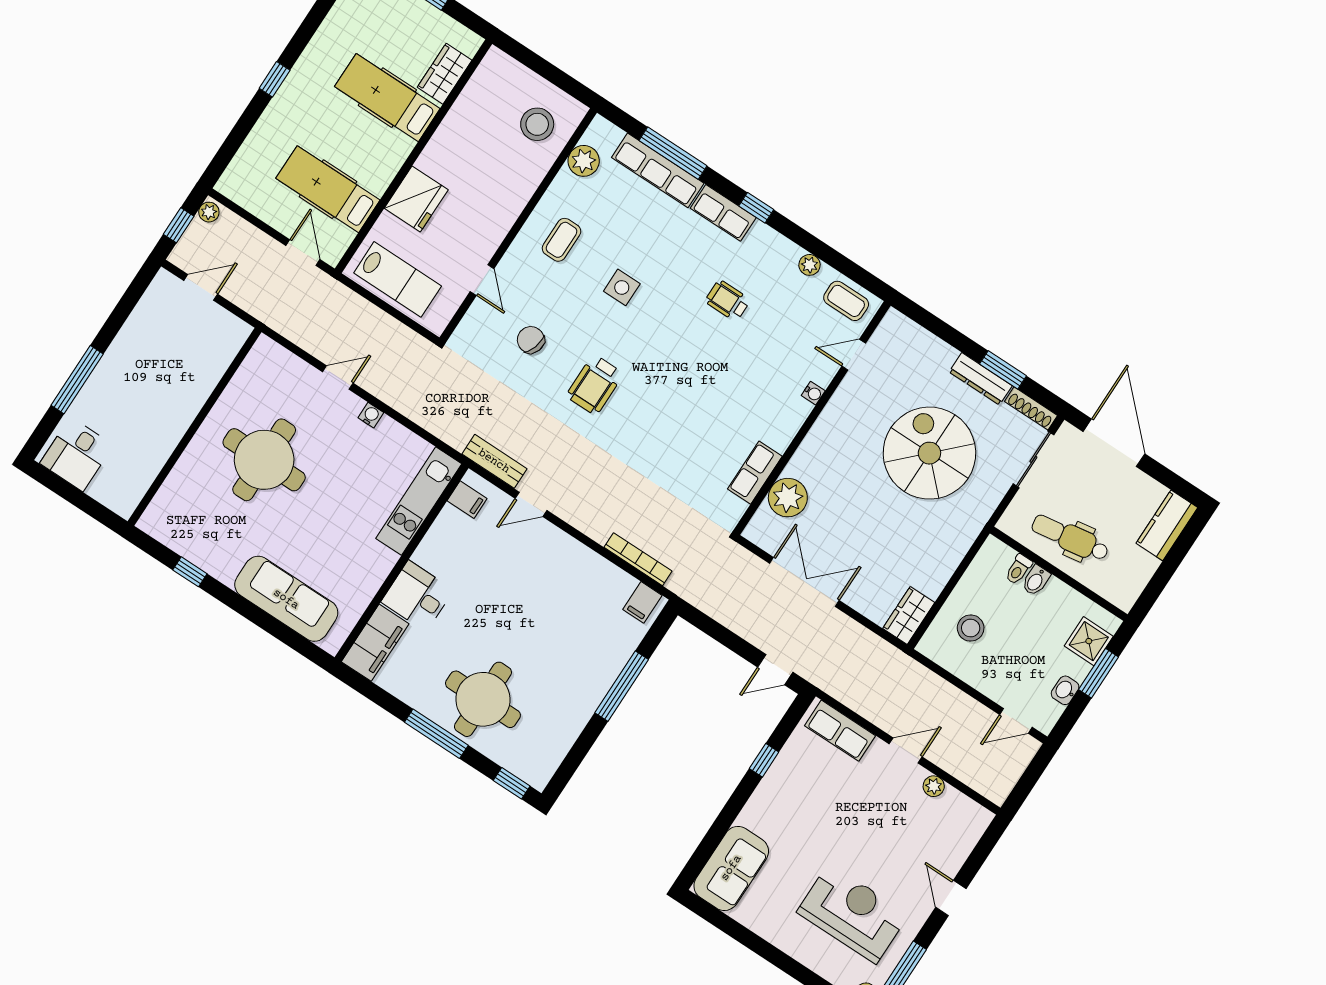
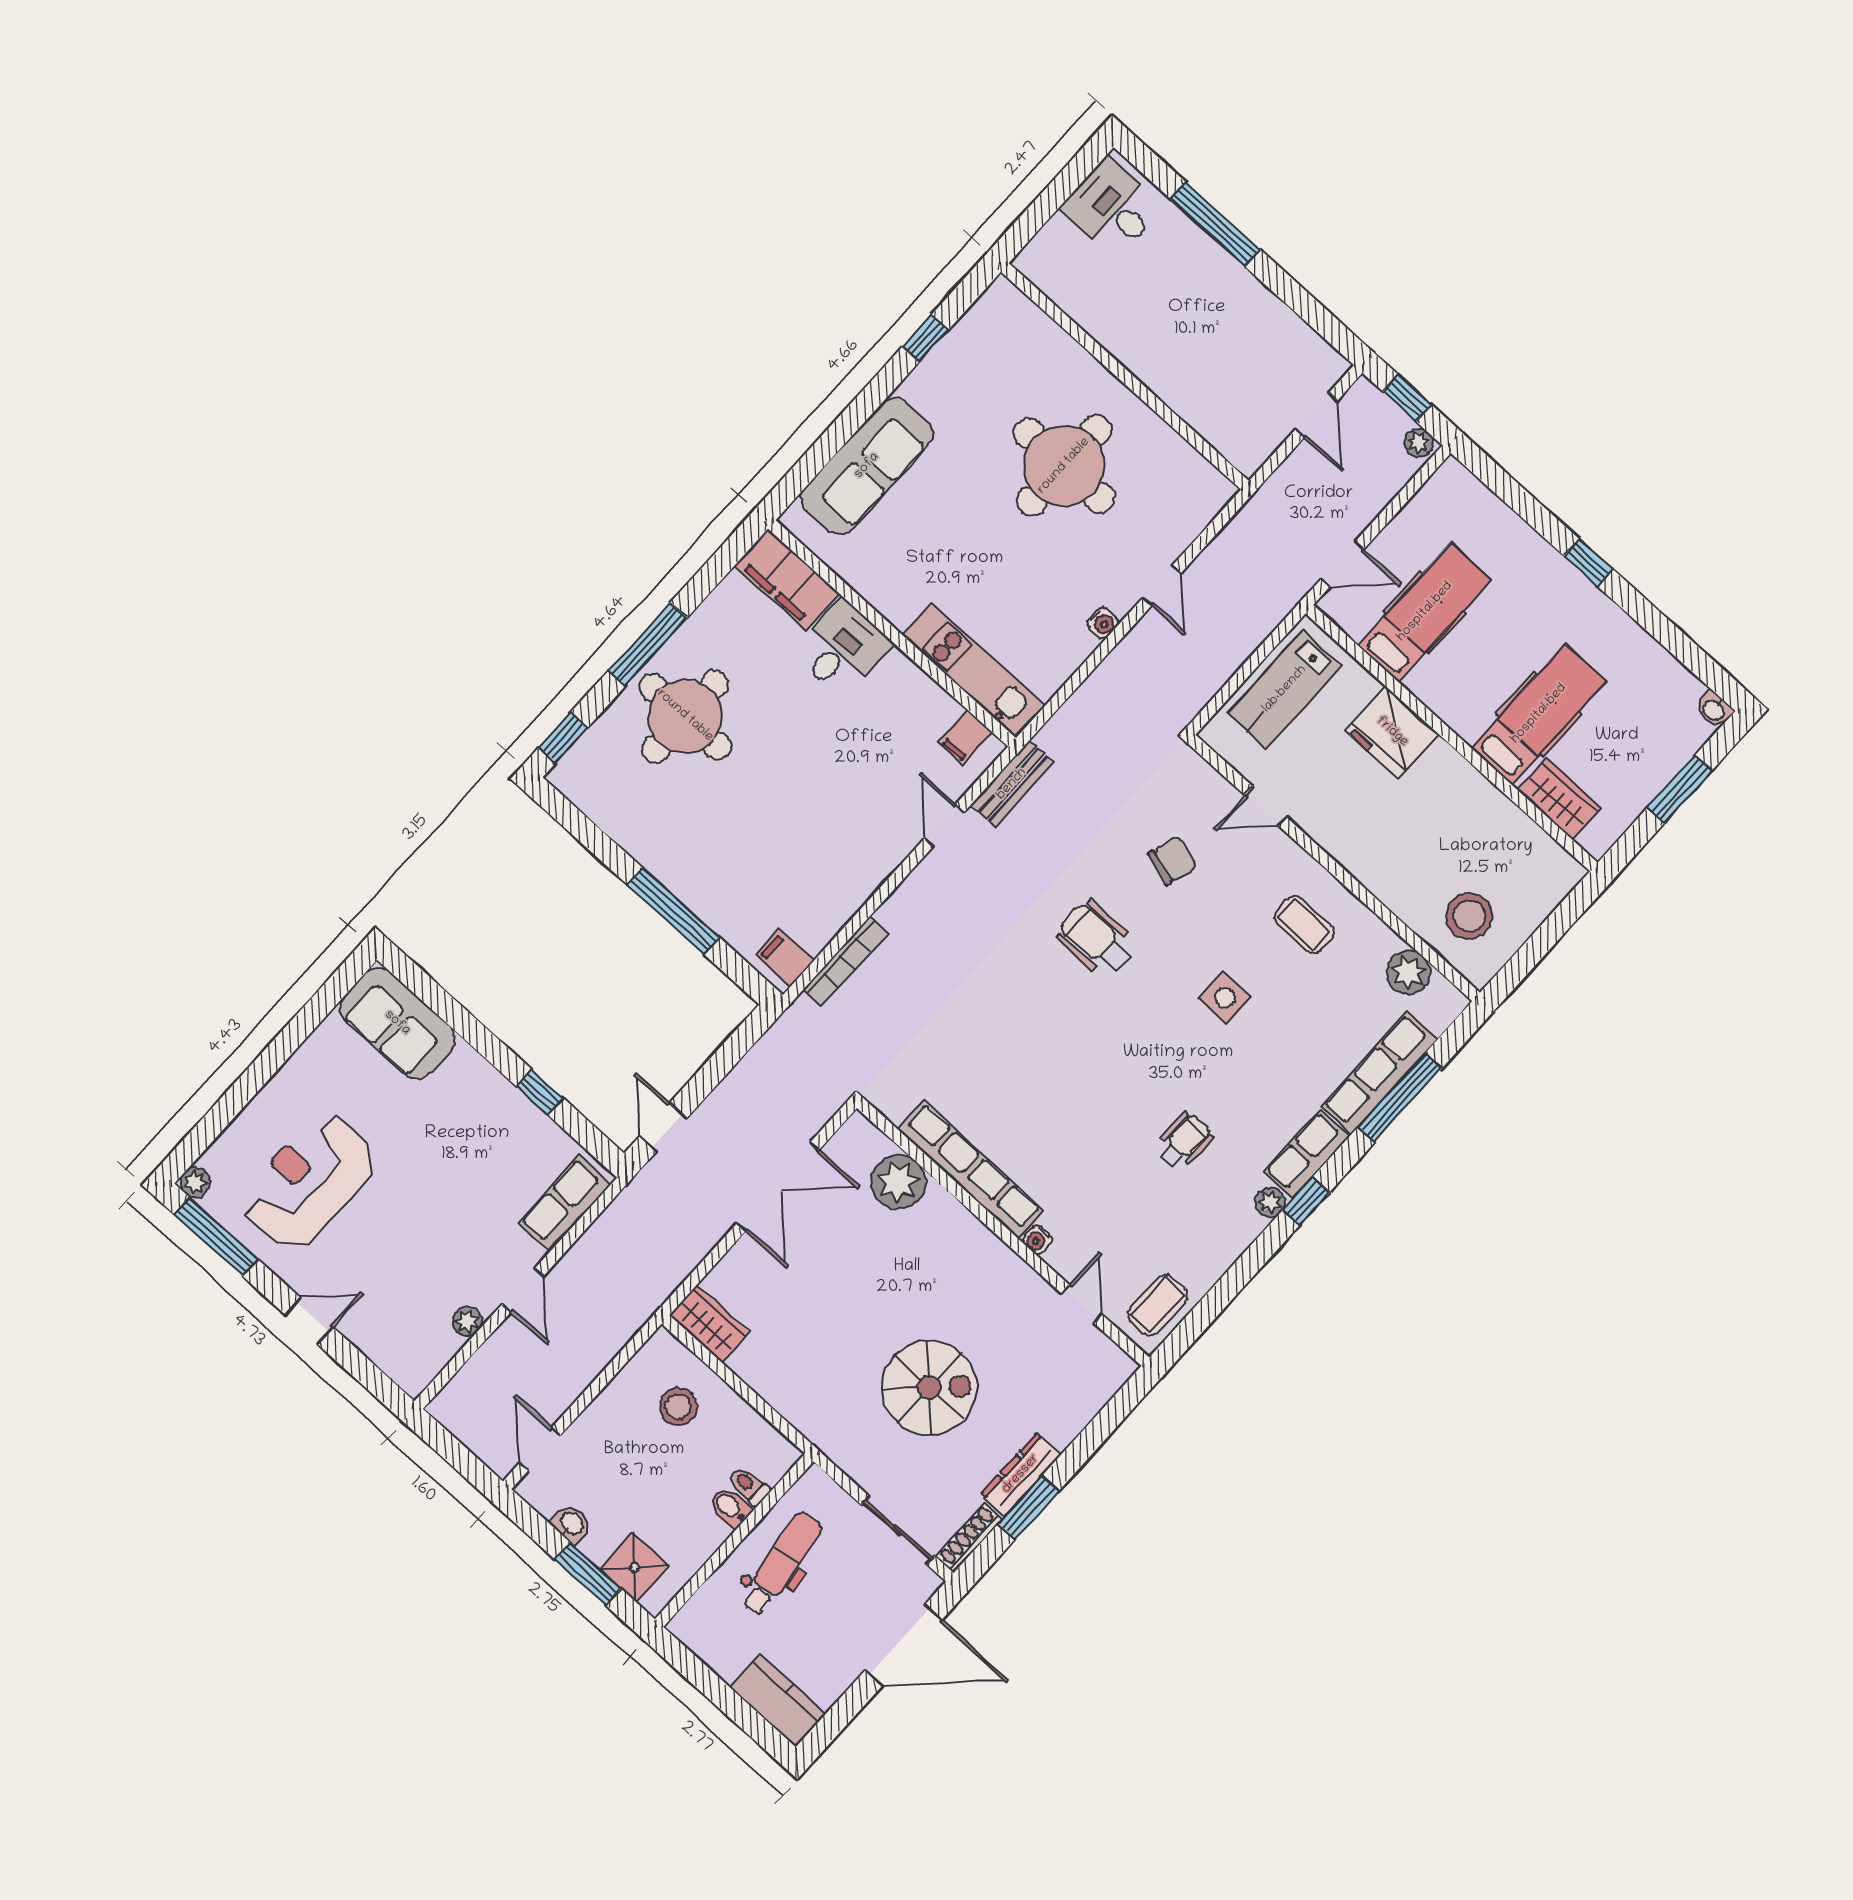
plant: (810, 265) -> (1270, 1202), moved
spiral stairs: (929, 453) -> (929, 1388), width x0.73, depth x0.73
row of seats: (755, 473) -> (970, 1169), width x2.02
reception desk: (853, 913) -> (309, 1182), turned 180

